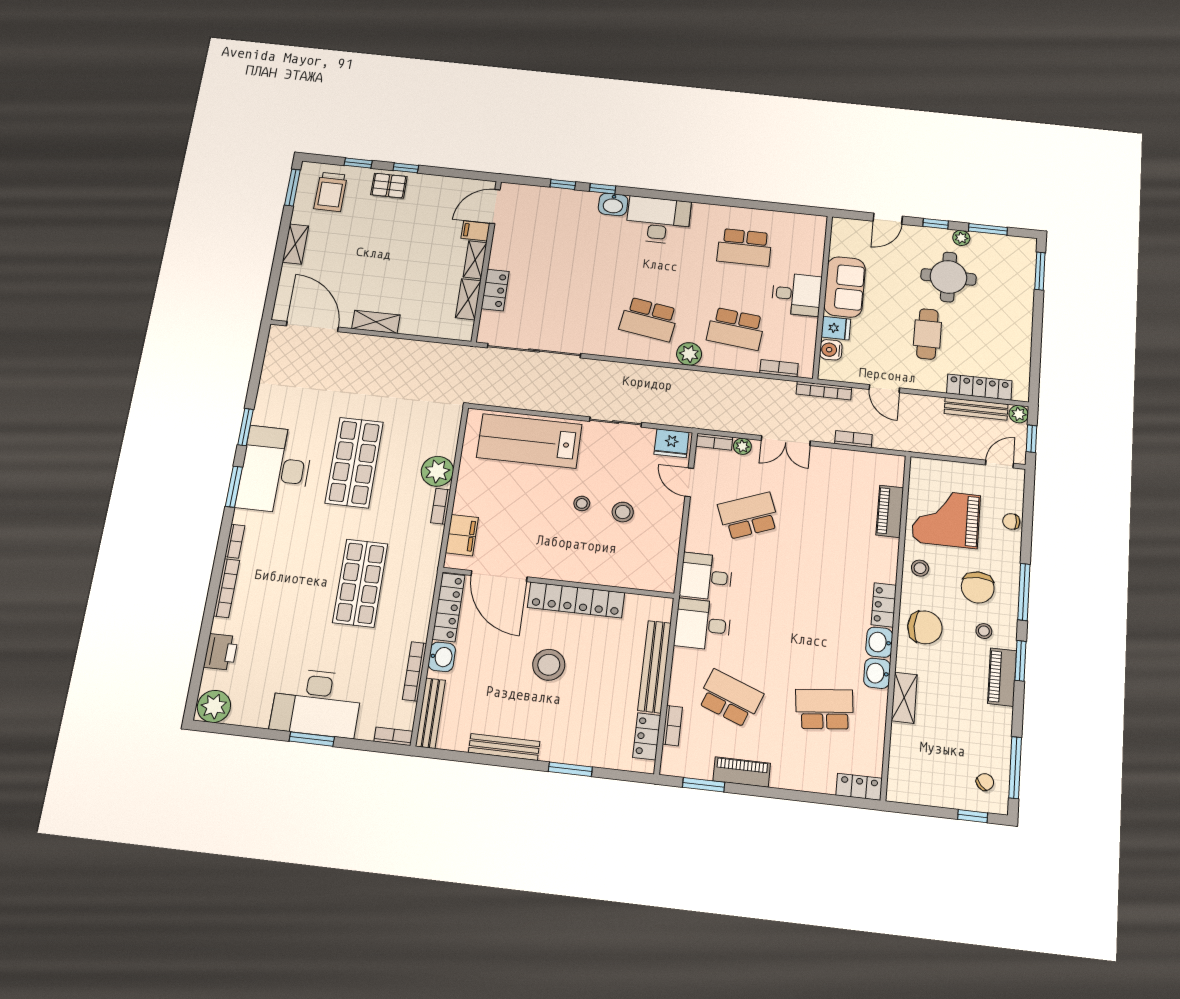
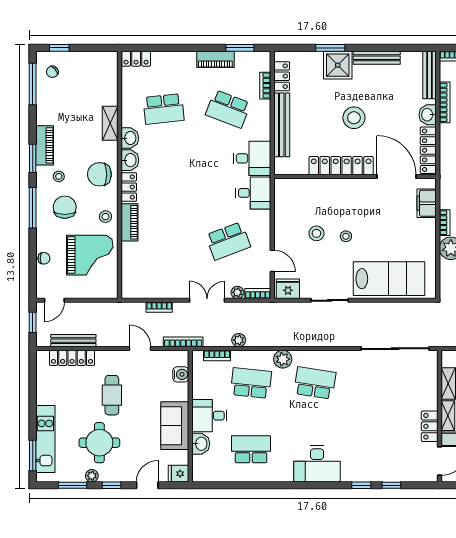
washbasin: (613, 204) -> (201, 444), moved, turned 90
kitchen unit: (1022, 289) -> (45, 439), added
locker: (495, 290) -> (430, 426), moved
fridge: (836, 328) -> (179, 474), moved
plant: (1019, 414) -> (239, 340), moved
piano: (890, 511) -> (129, 222), moved
shower: (562, 743) -> (338, 65), added

